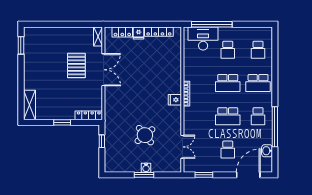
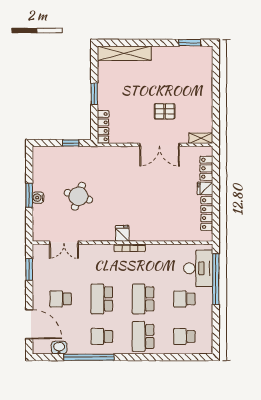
pallet: (76, 66) -> (165, 111), width x0.67, depth x0.71
shelving: (29, 105) -> (124, 53), width x1.47
round table: (145, 135) -> (78, 196), turned -33

